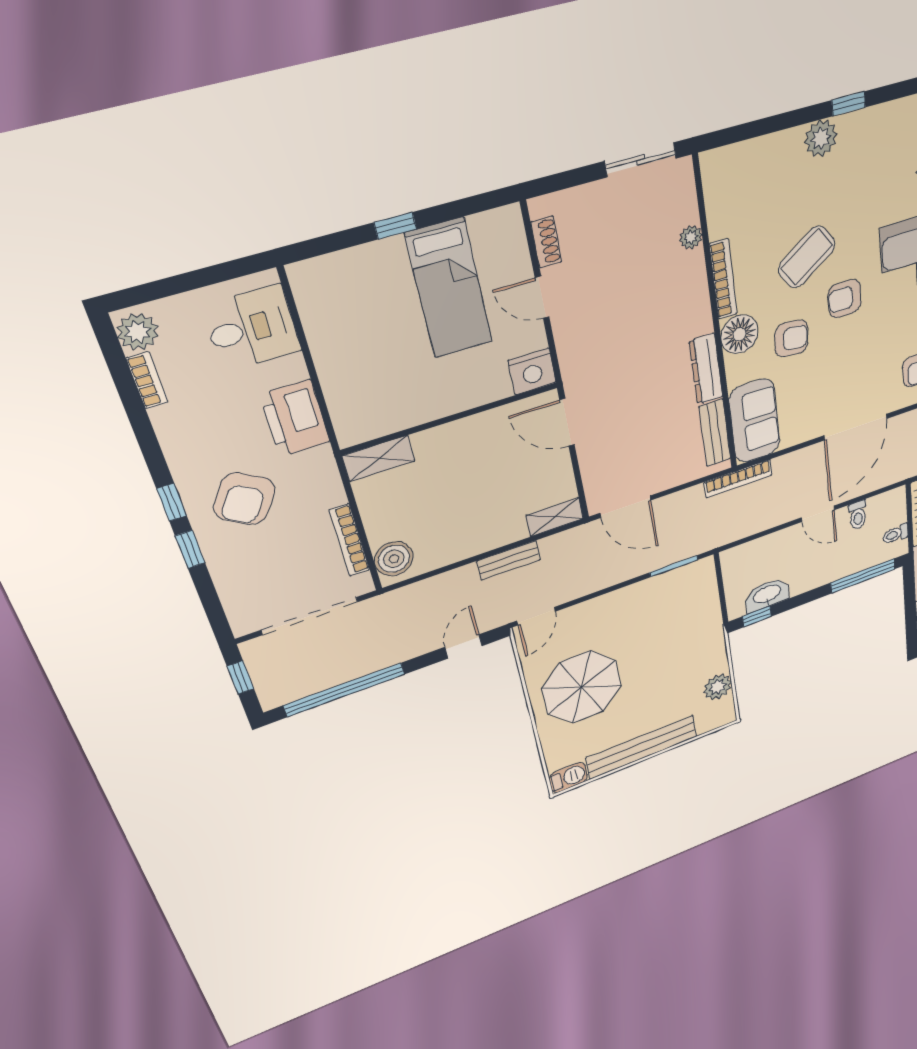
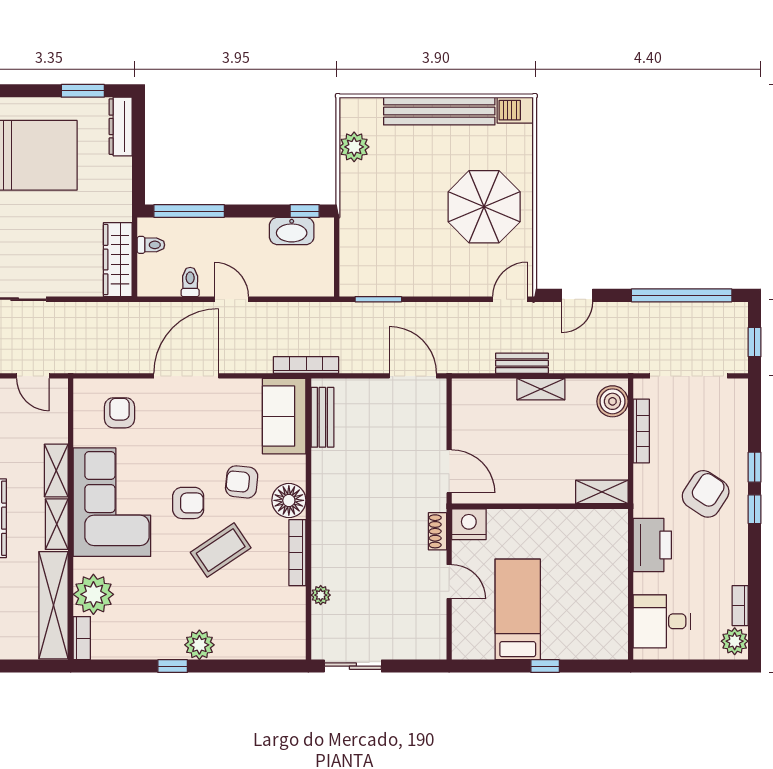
shoe rack: (546, 242) -> (437, 531), moved
dresser: (706, 369) -> (323, 479), removed
shelving: (555, 517) -> (541, 389), moved

